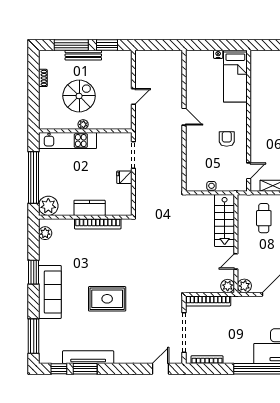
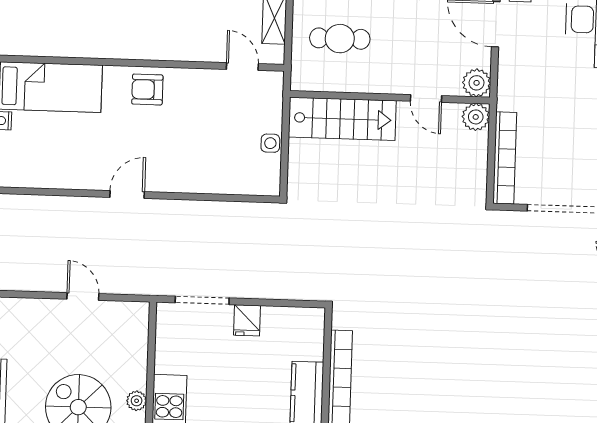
armchair: (227, 139) -> (147, 89), moved
rug: (107, 299) -> (494, 364), removed

